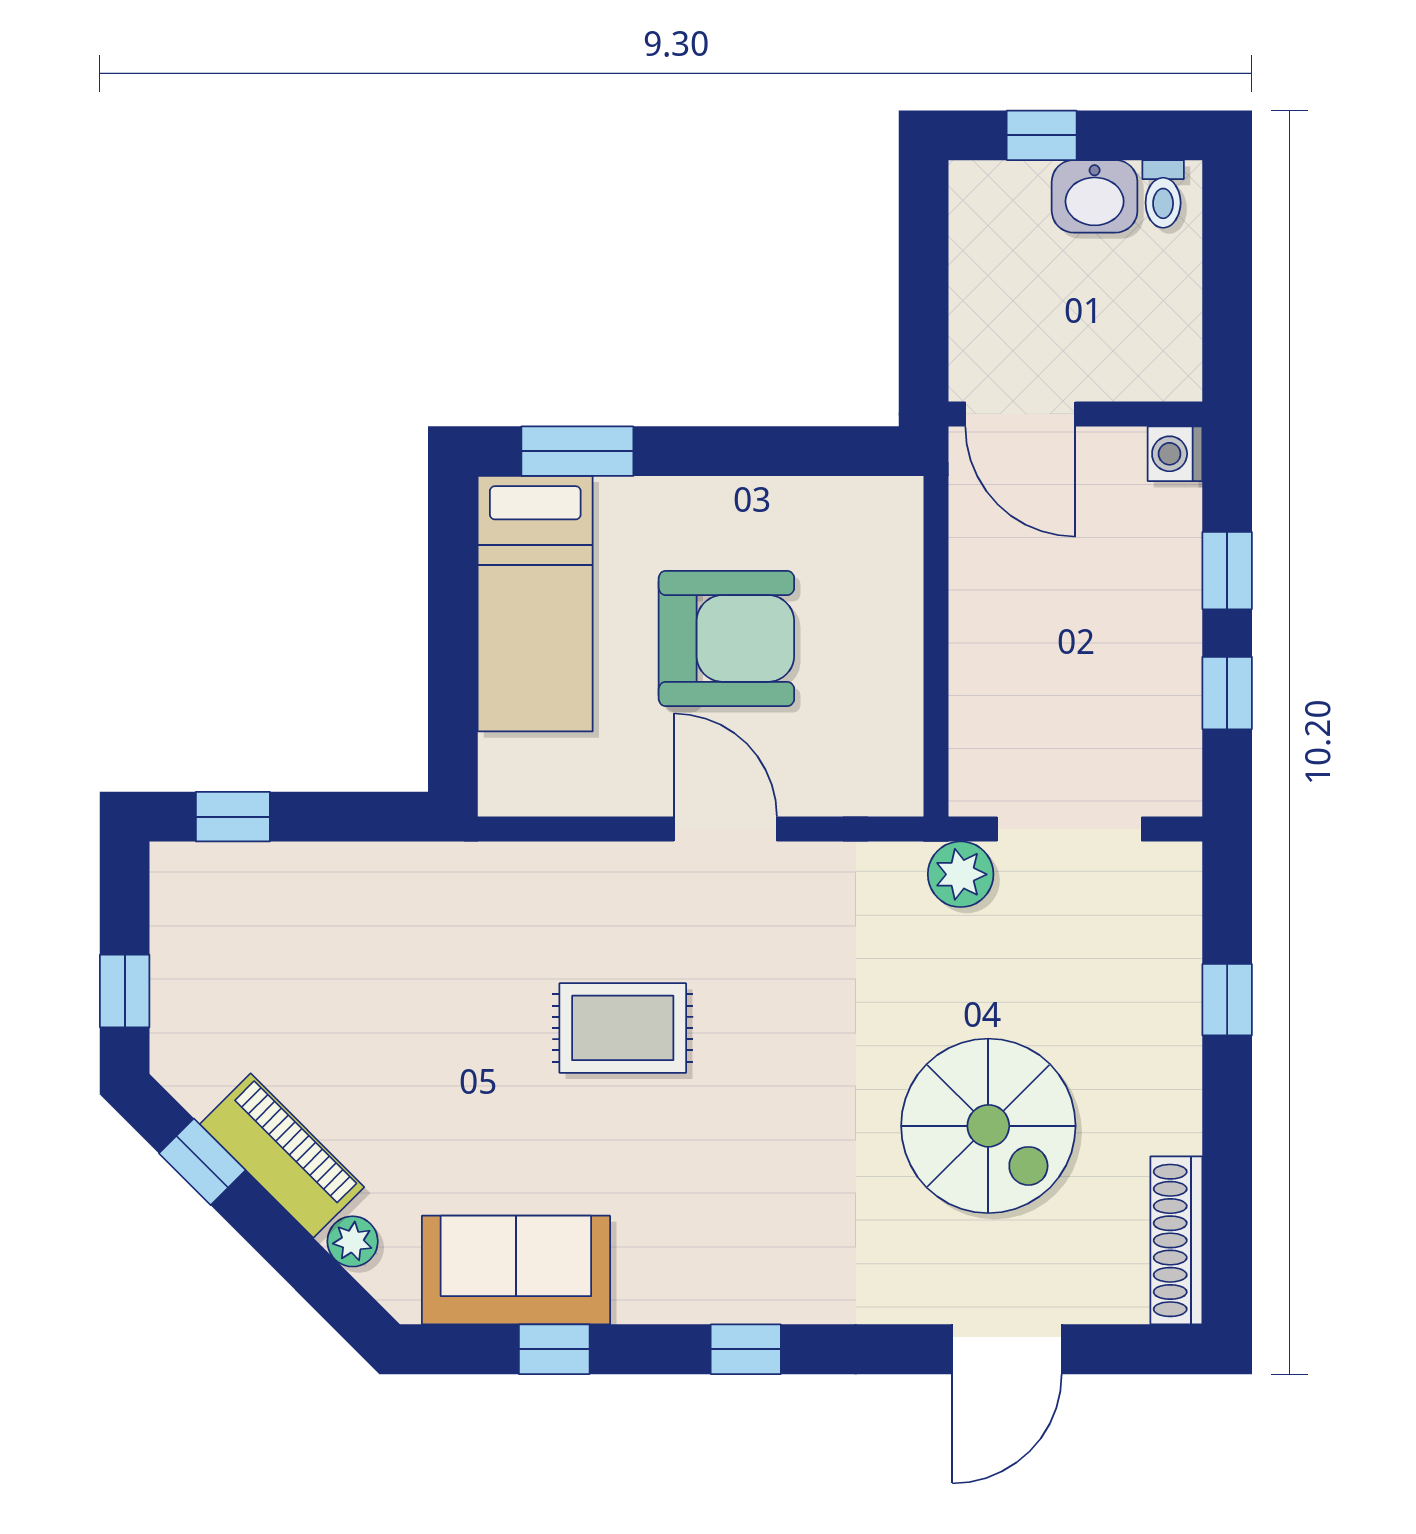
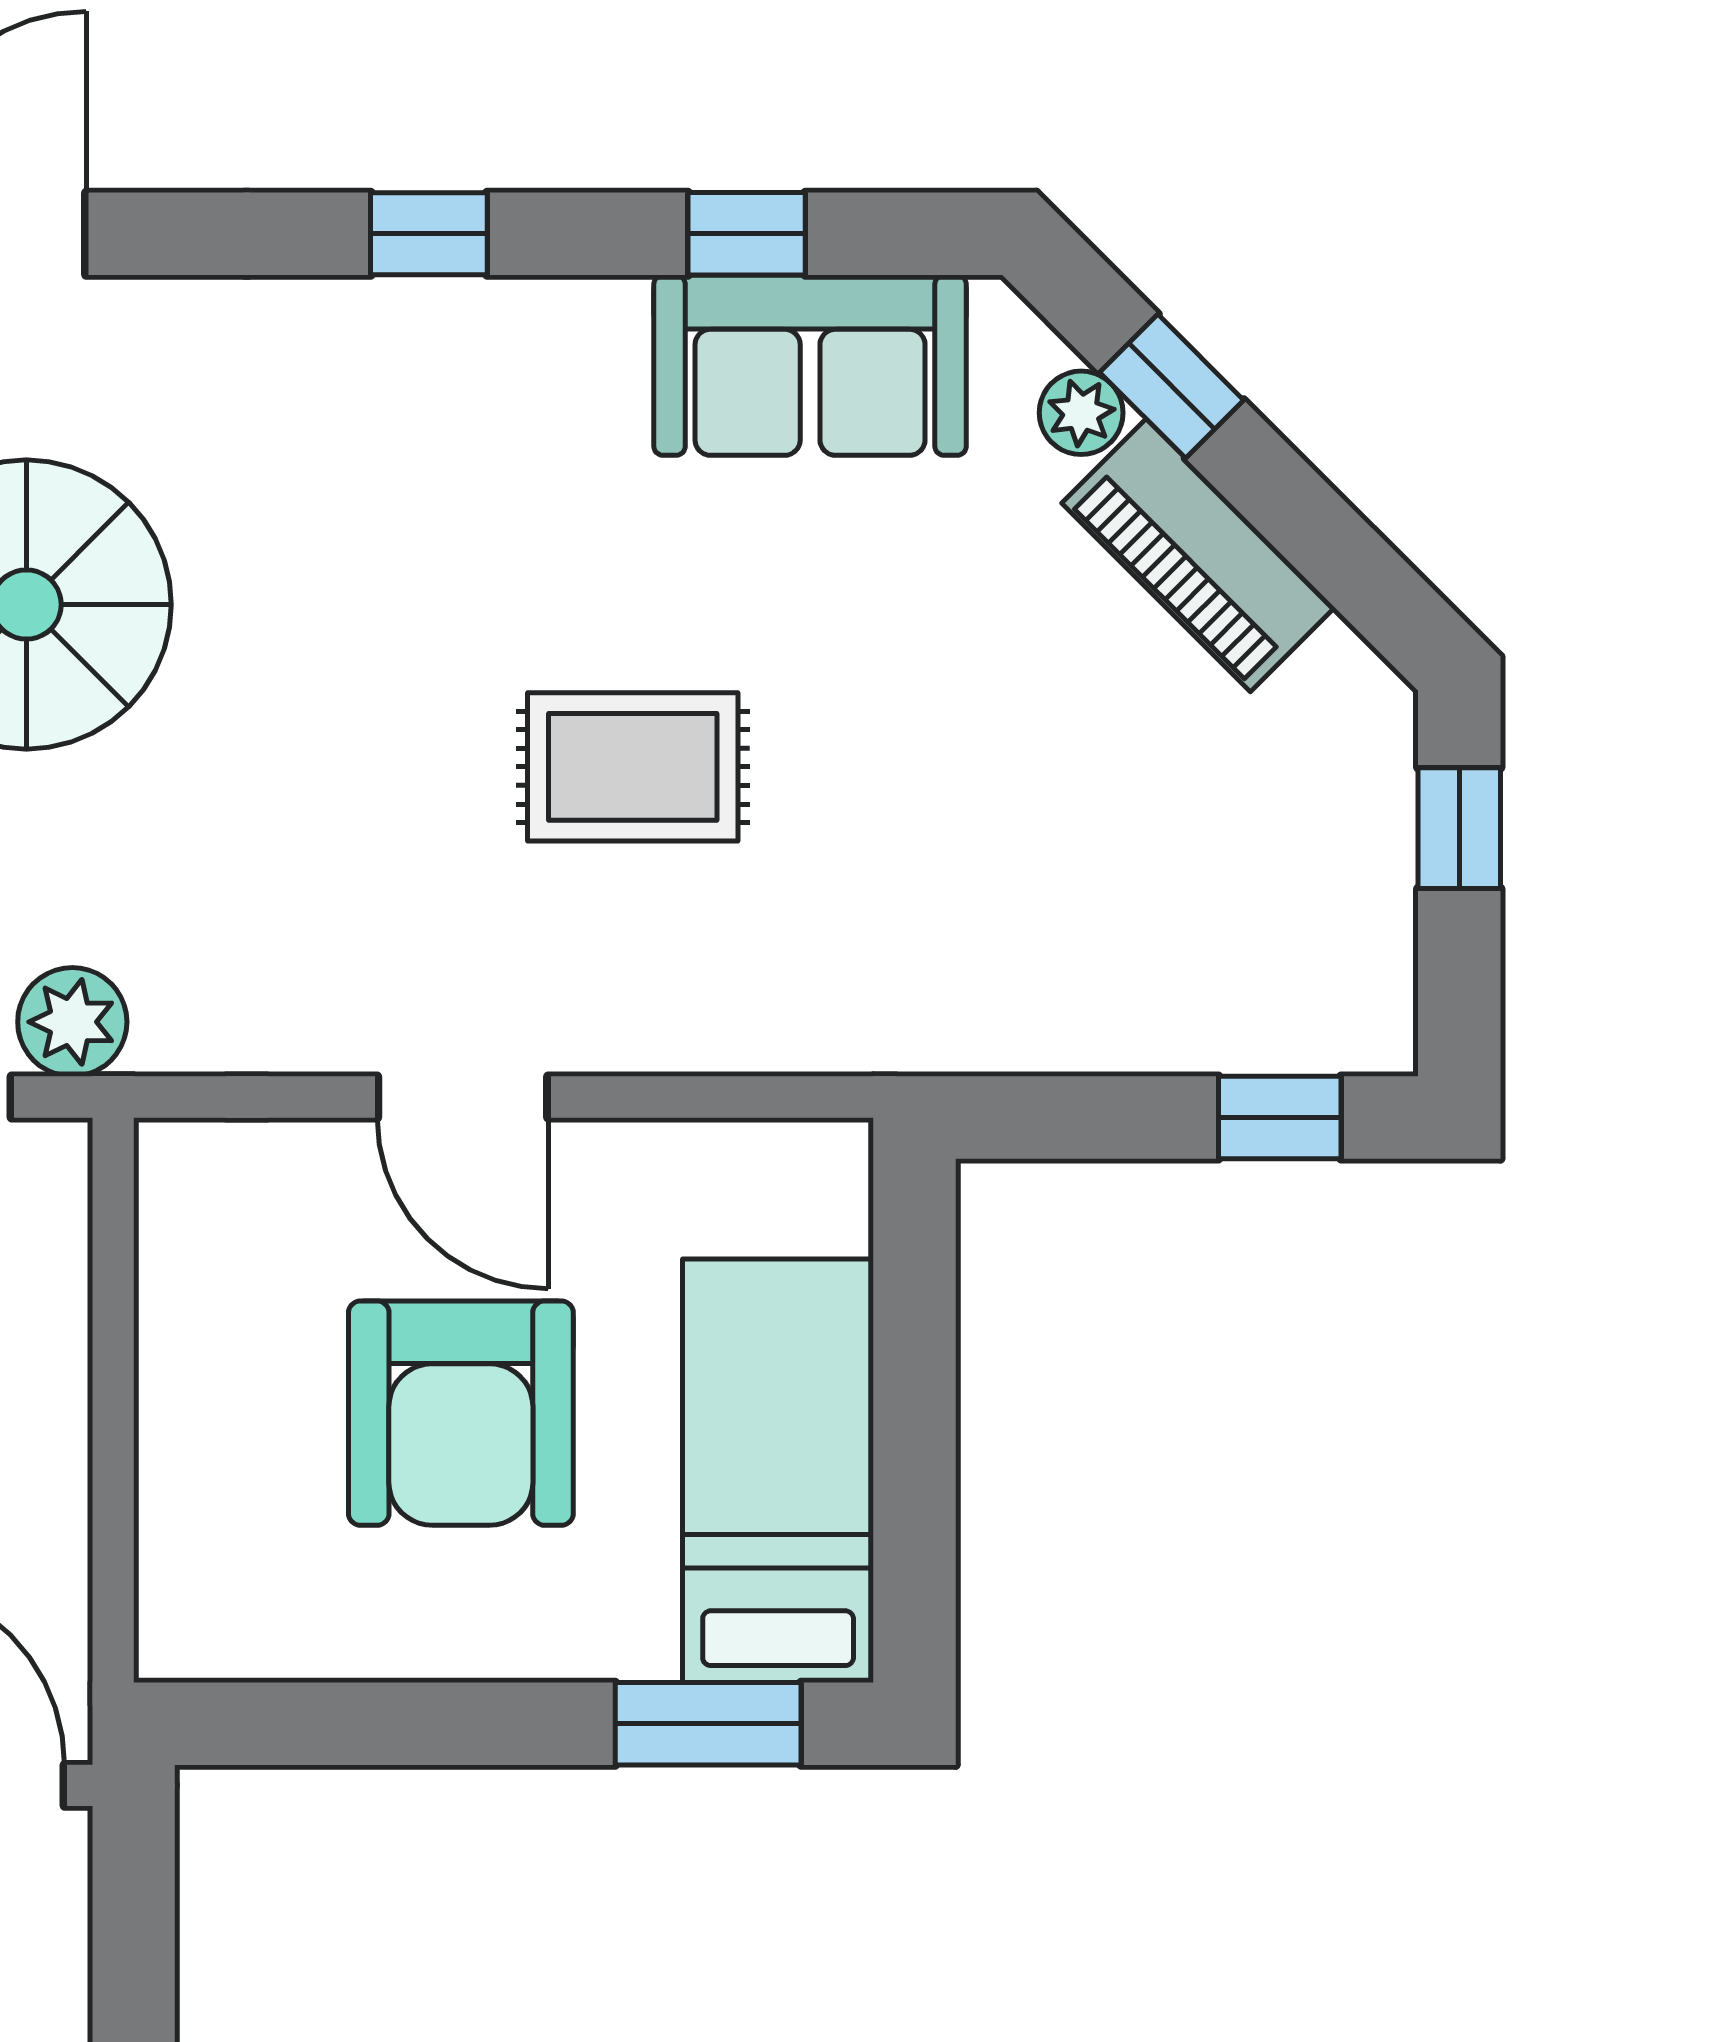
armchair: (726, 638) -> (461, 1413), turned -90
window: (202, 1162) -> (1172, 386), moved

